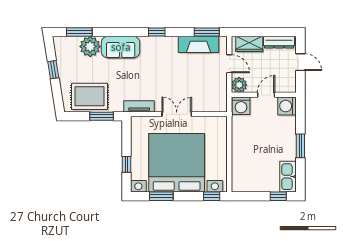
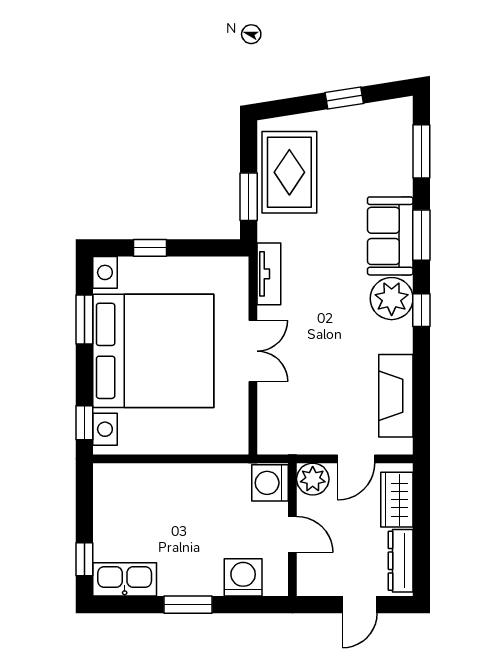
window: (207, 32) -> (421, 235), moved
plant: (90, 46) -> (392, 299), moved
washing machine: (287, 106) -> (243, 577), moved

